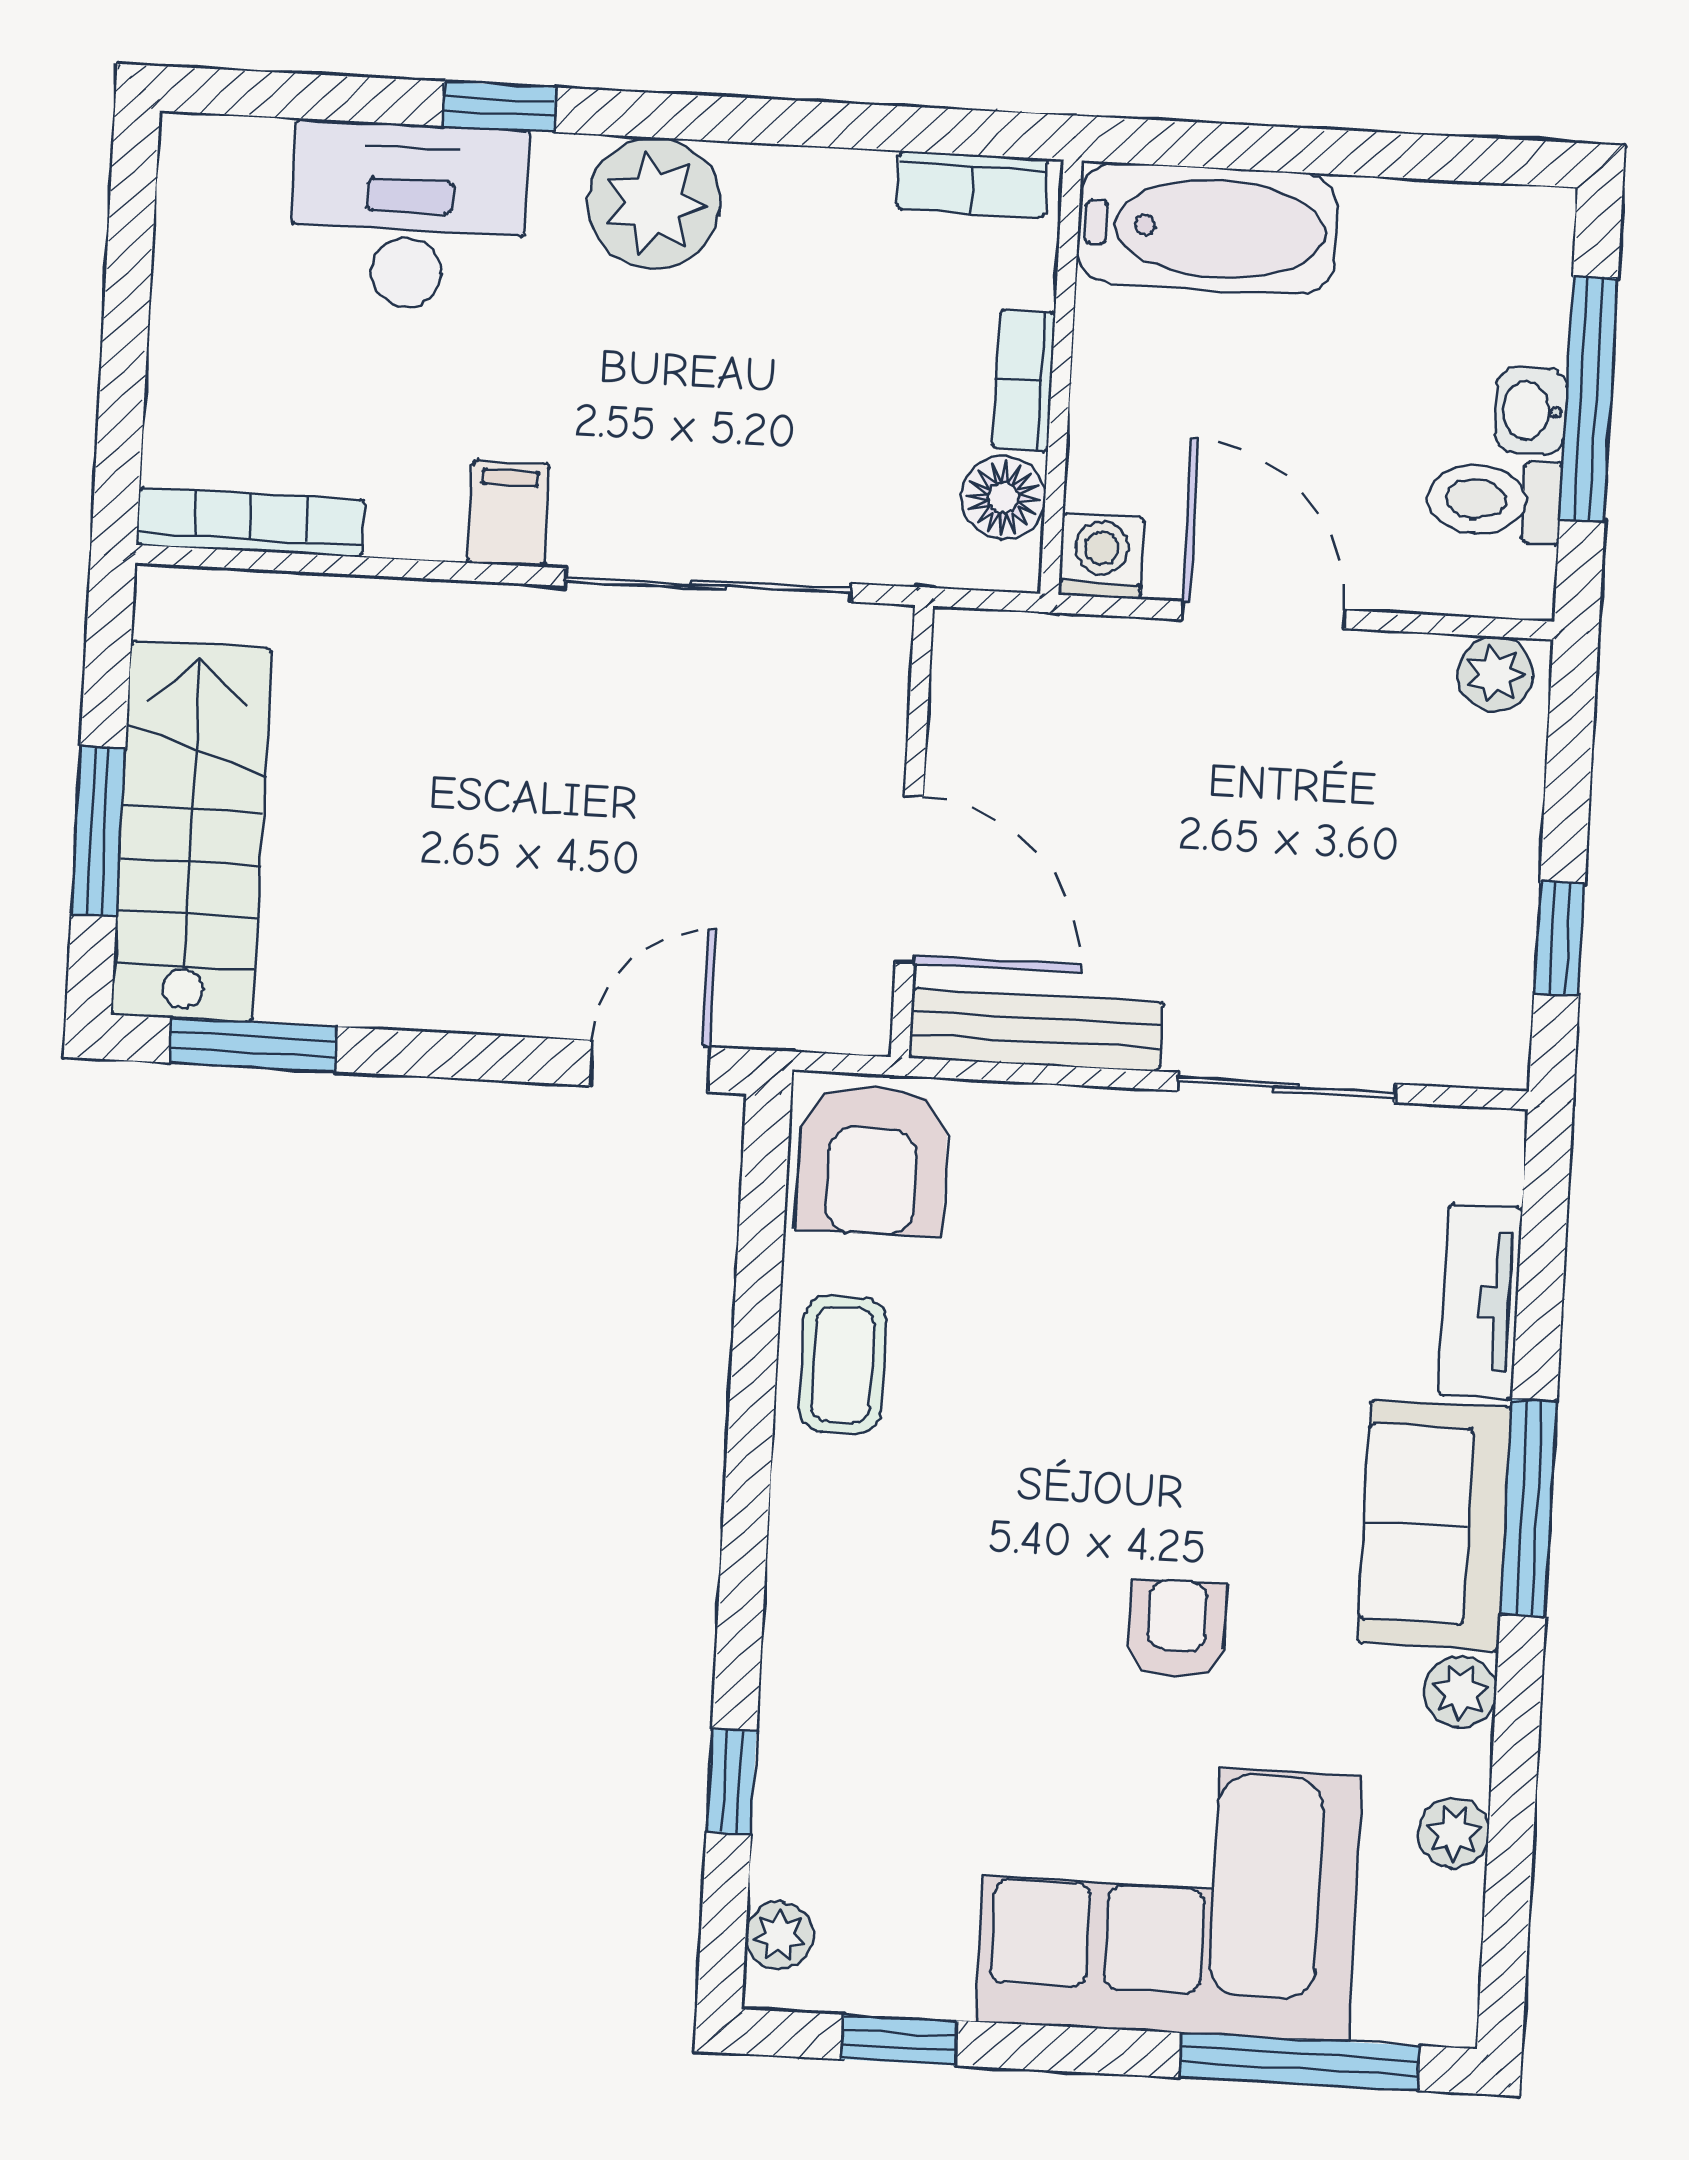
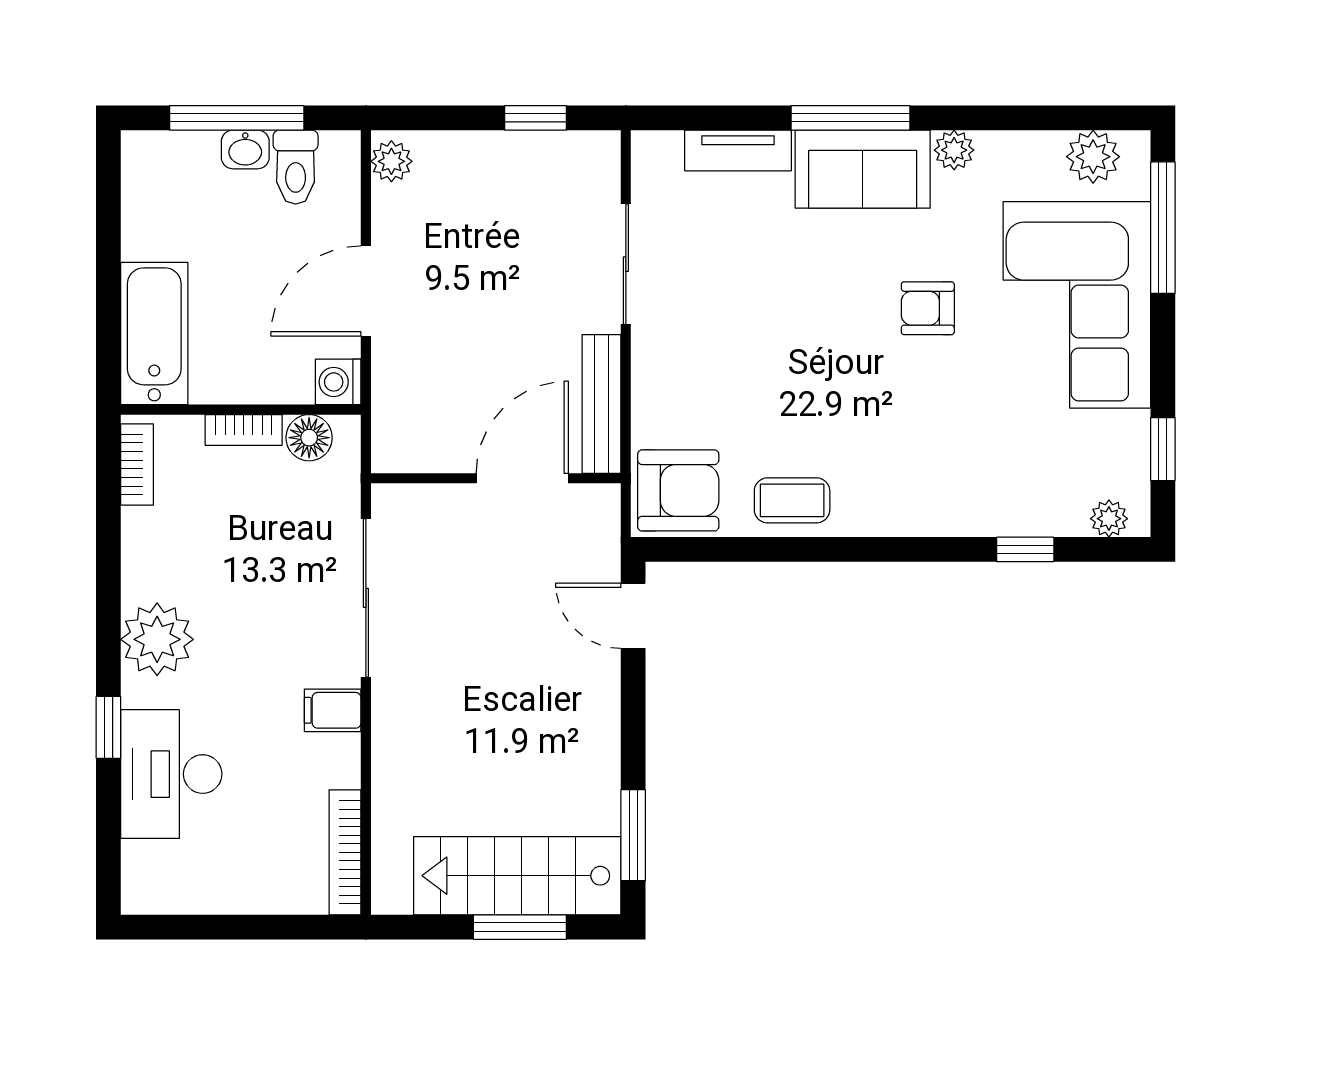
plant: (1454, 1833) -> (1093, 157), moved, width x1.38, depth x1.38

